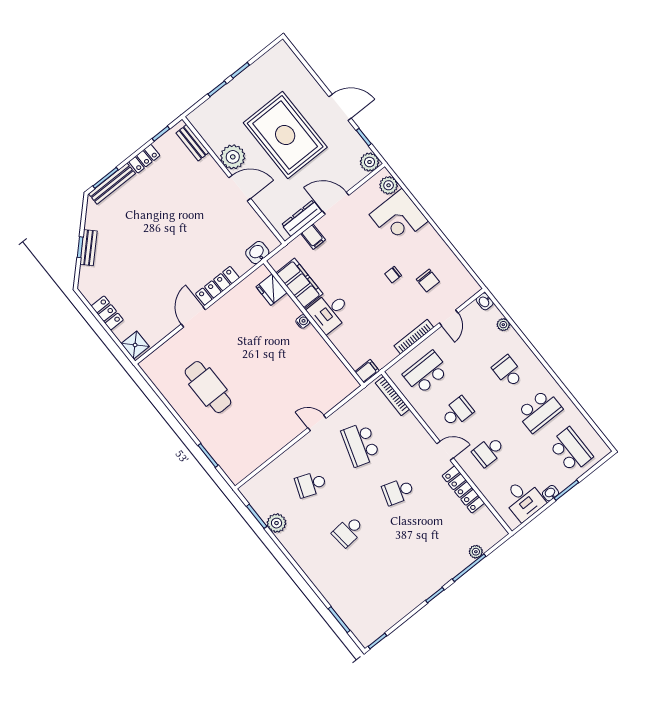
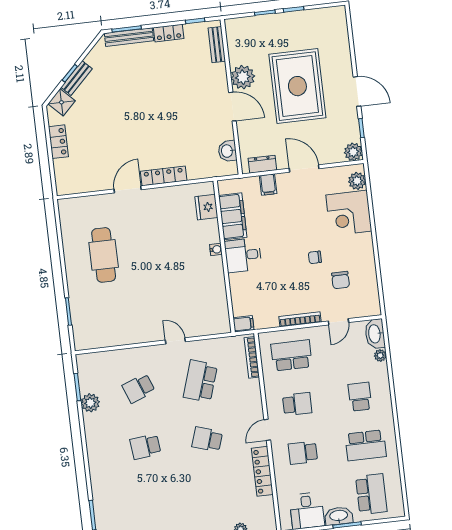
dresser: (302, 218) -> (262, 164), width x0.70
washbasin: (257, 253) -> (227, 151), moved, turned -90
washbasin: (485, 301) -> (375, 334), width x1.91, depth x1.45
shower: (135, 345) -> (61, 102), moved, turned 45
door: (445, 451) -> (267, 430), swing flipped
school desk: (311, 484) -> (139, 388), turned -42
washbasin: (550, 493) -> (339, 516), width x1.91, depth x1.45

